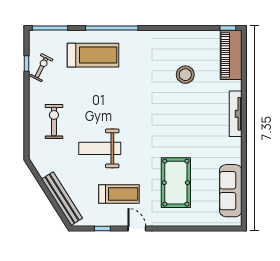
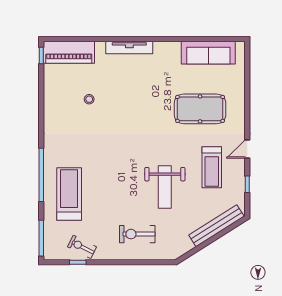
stool: (185, 75) -> (89, 99), width x0.53, depth x0.53
treadmill: (119, 194) -> (212, 167), turned 180

